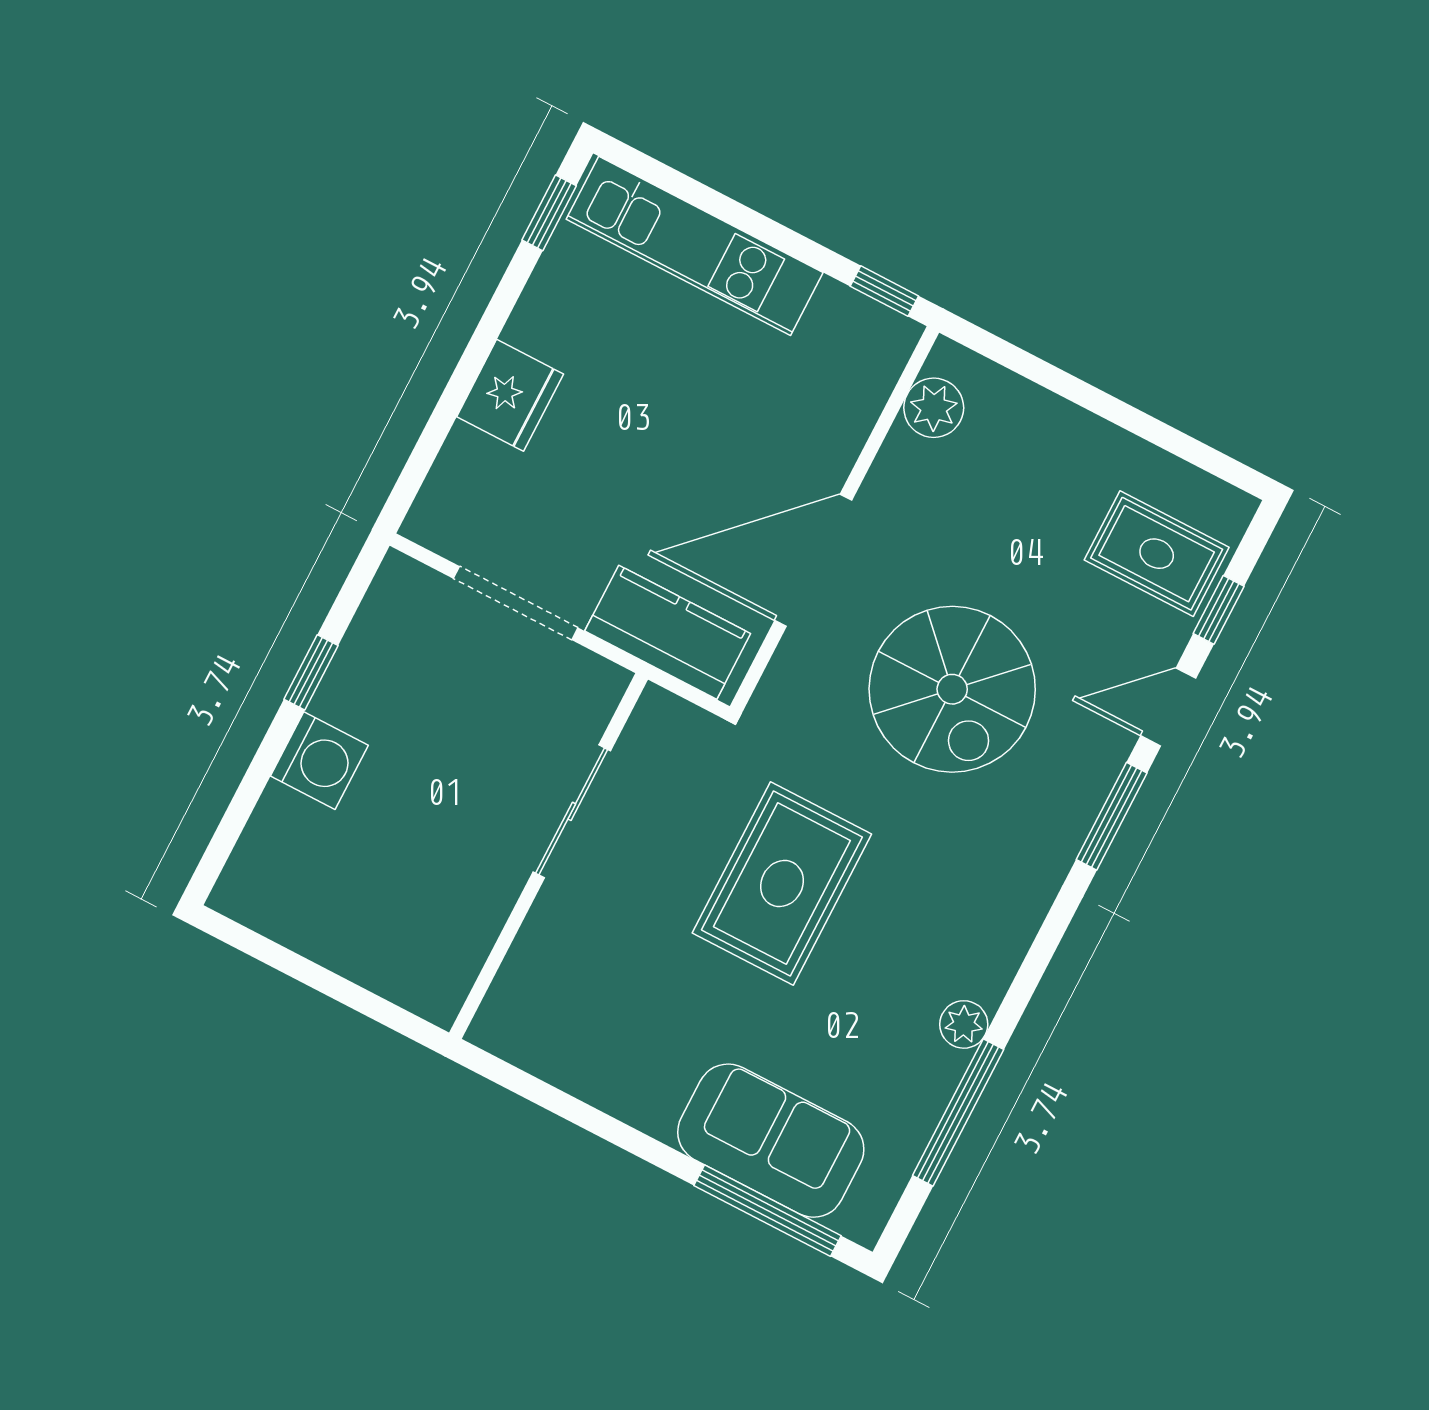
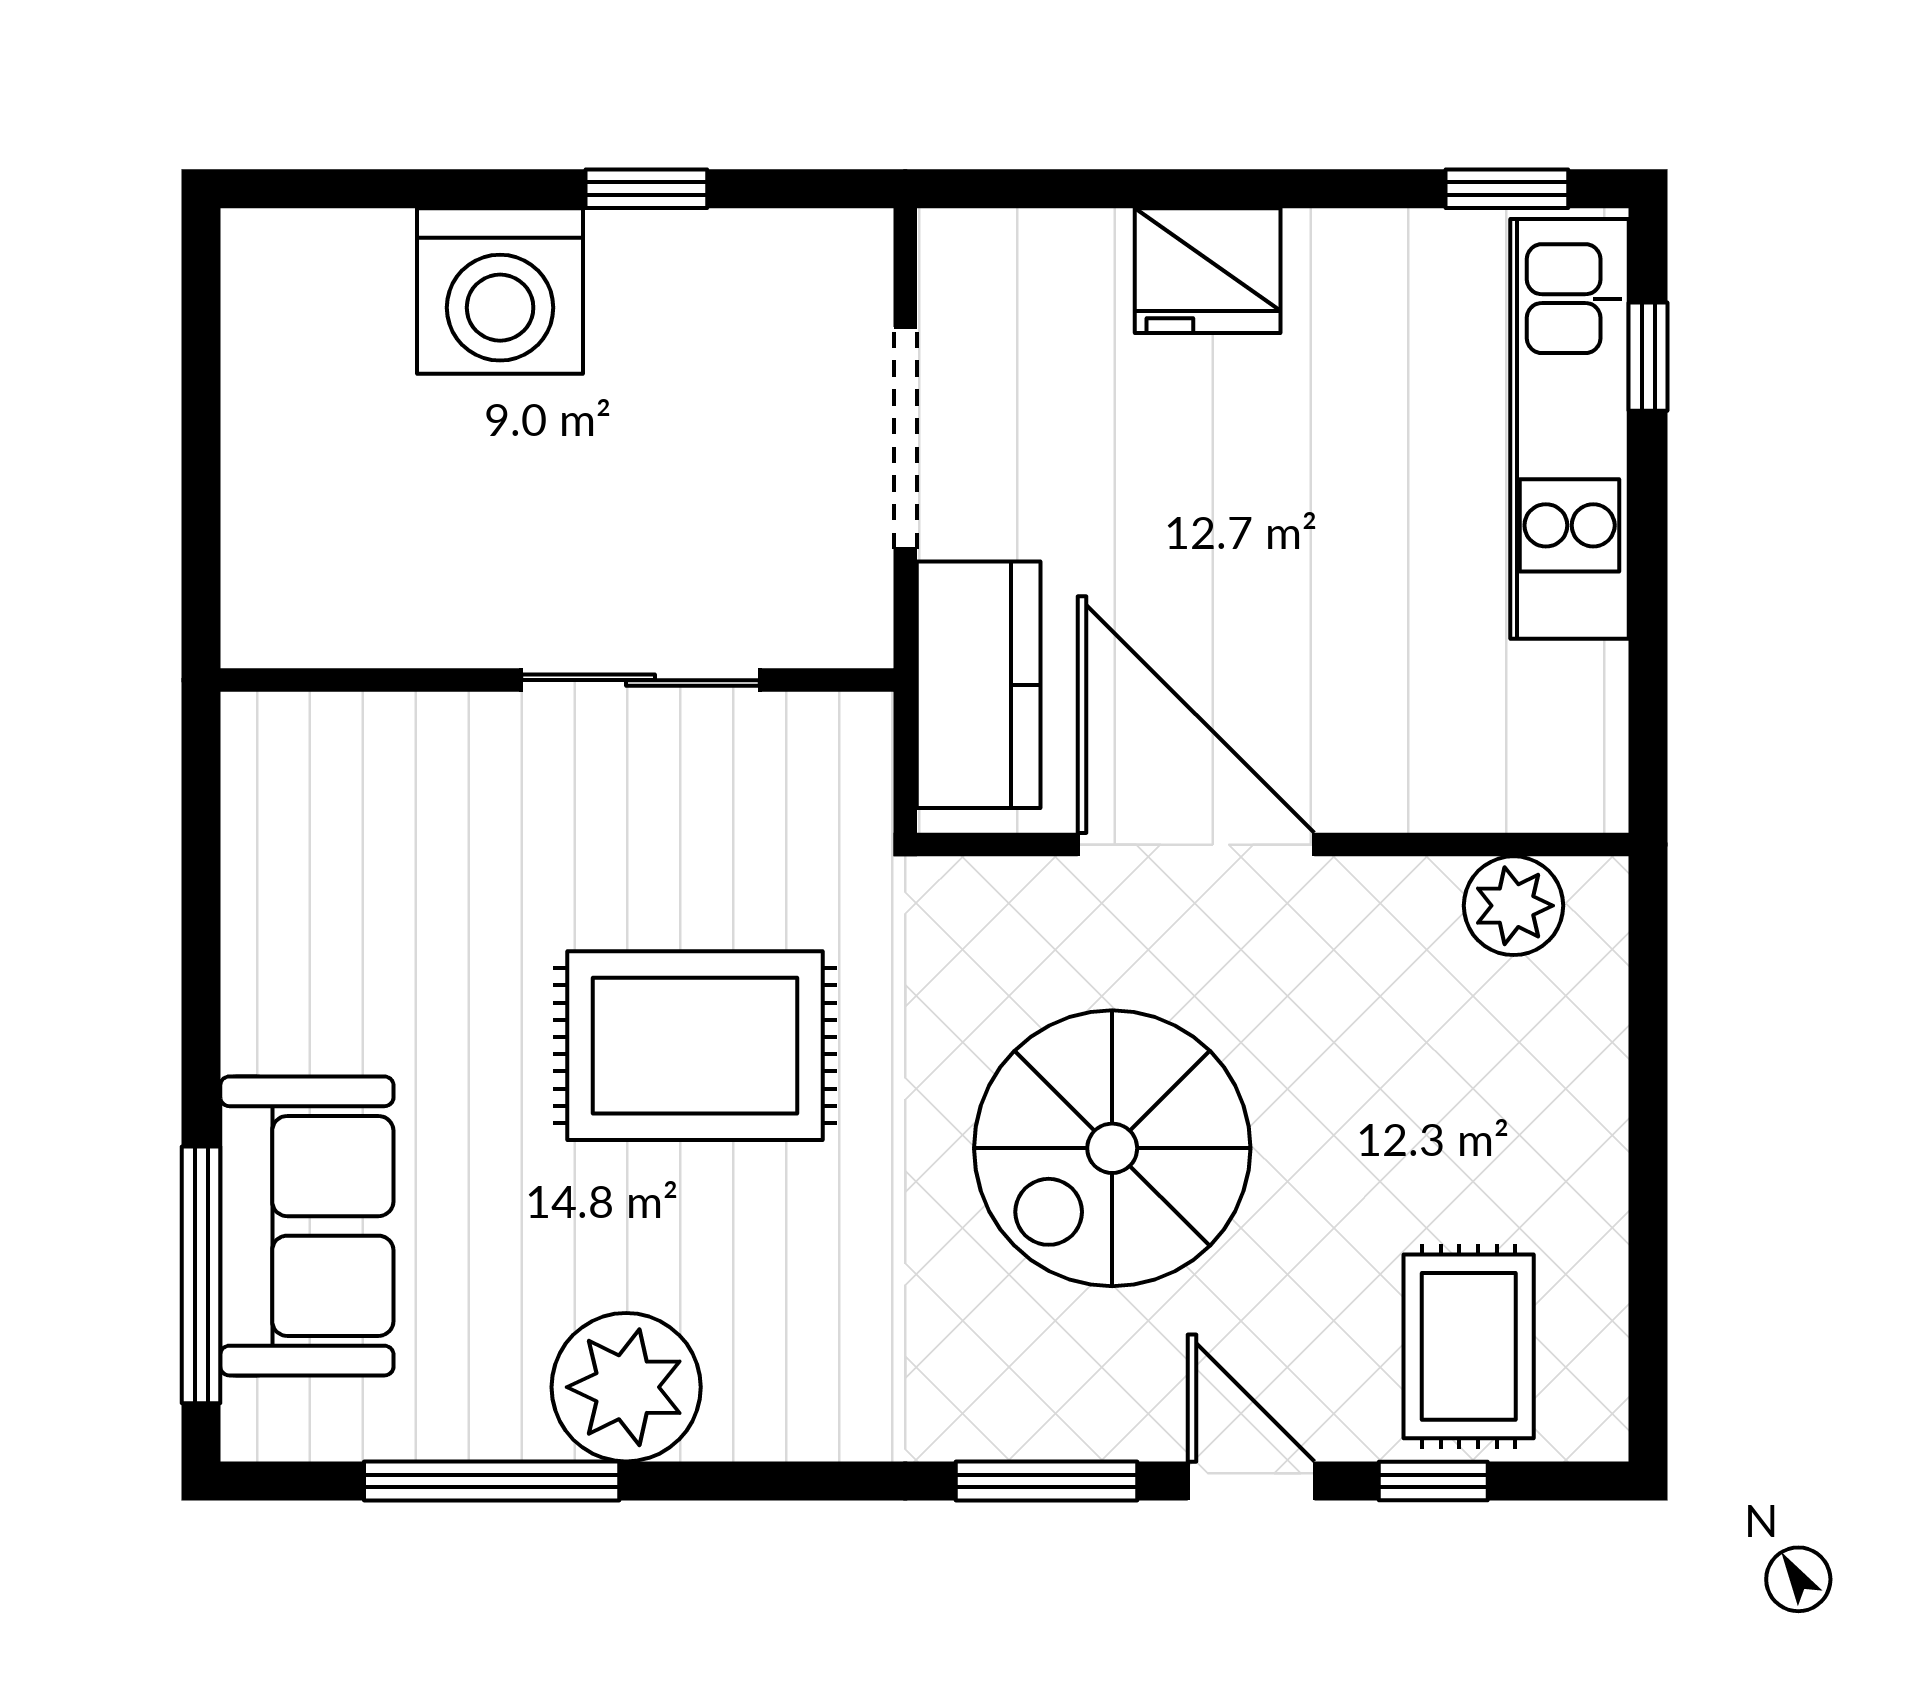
window: (884, 291) -> (1648, 357), moved
washing machine: (319, 761) -> (500, 291), width x1.37, depth x1.37
plant: (964, 1024) -> (626, 1387), width x1.87, depth x1.87

